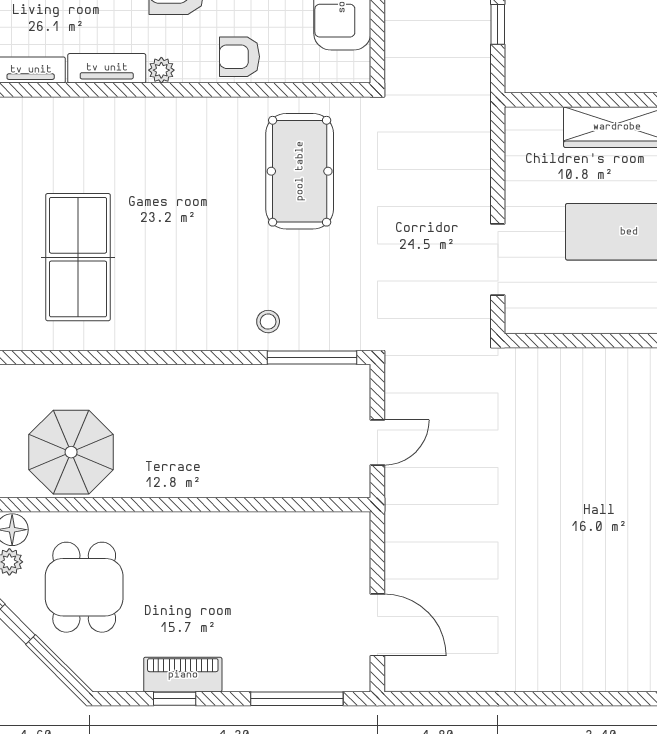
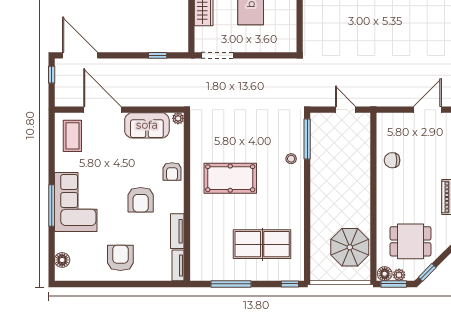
plant: (161, 70) -> (178, 118), moved
pool table: (300, 171) -> (230, 178), moved
doorway: (498, 260) -> (217, 55), moved
chair: (265, 546) -> (392, 160), added

